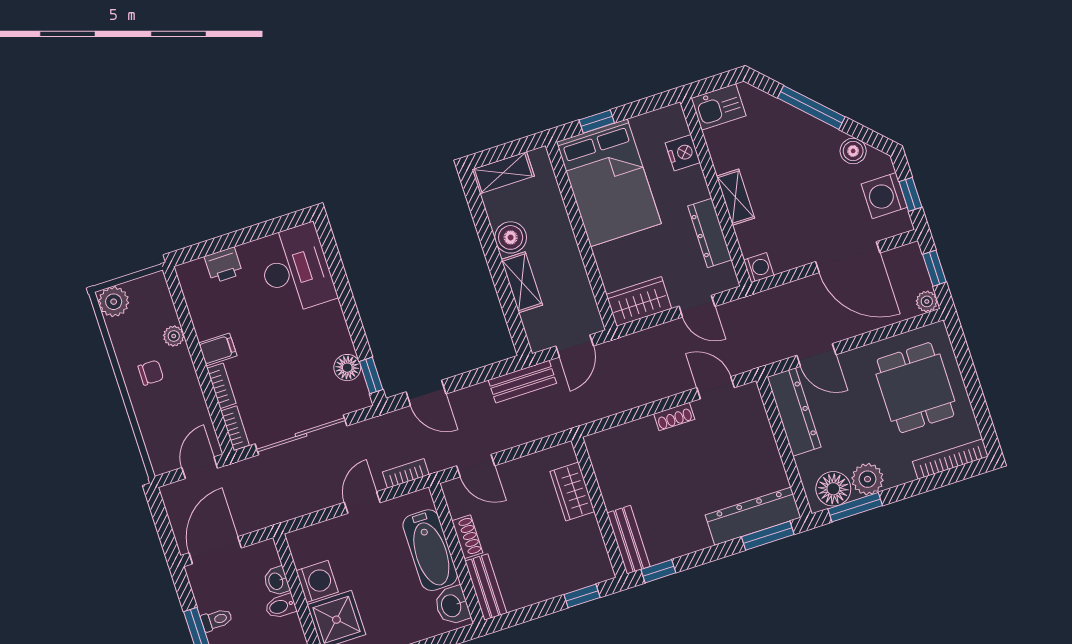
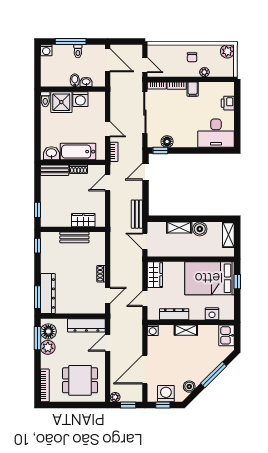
bench: (629, 540) -> (74, 237), moved

